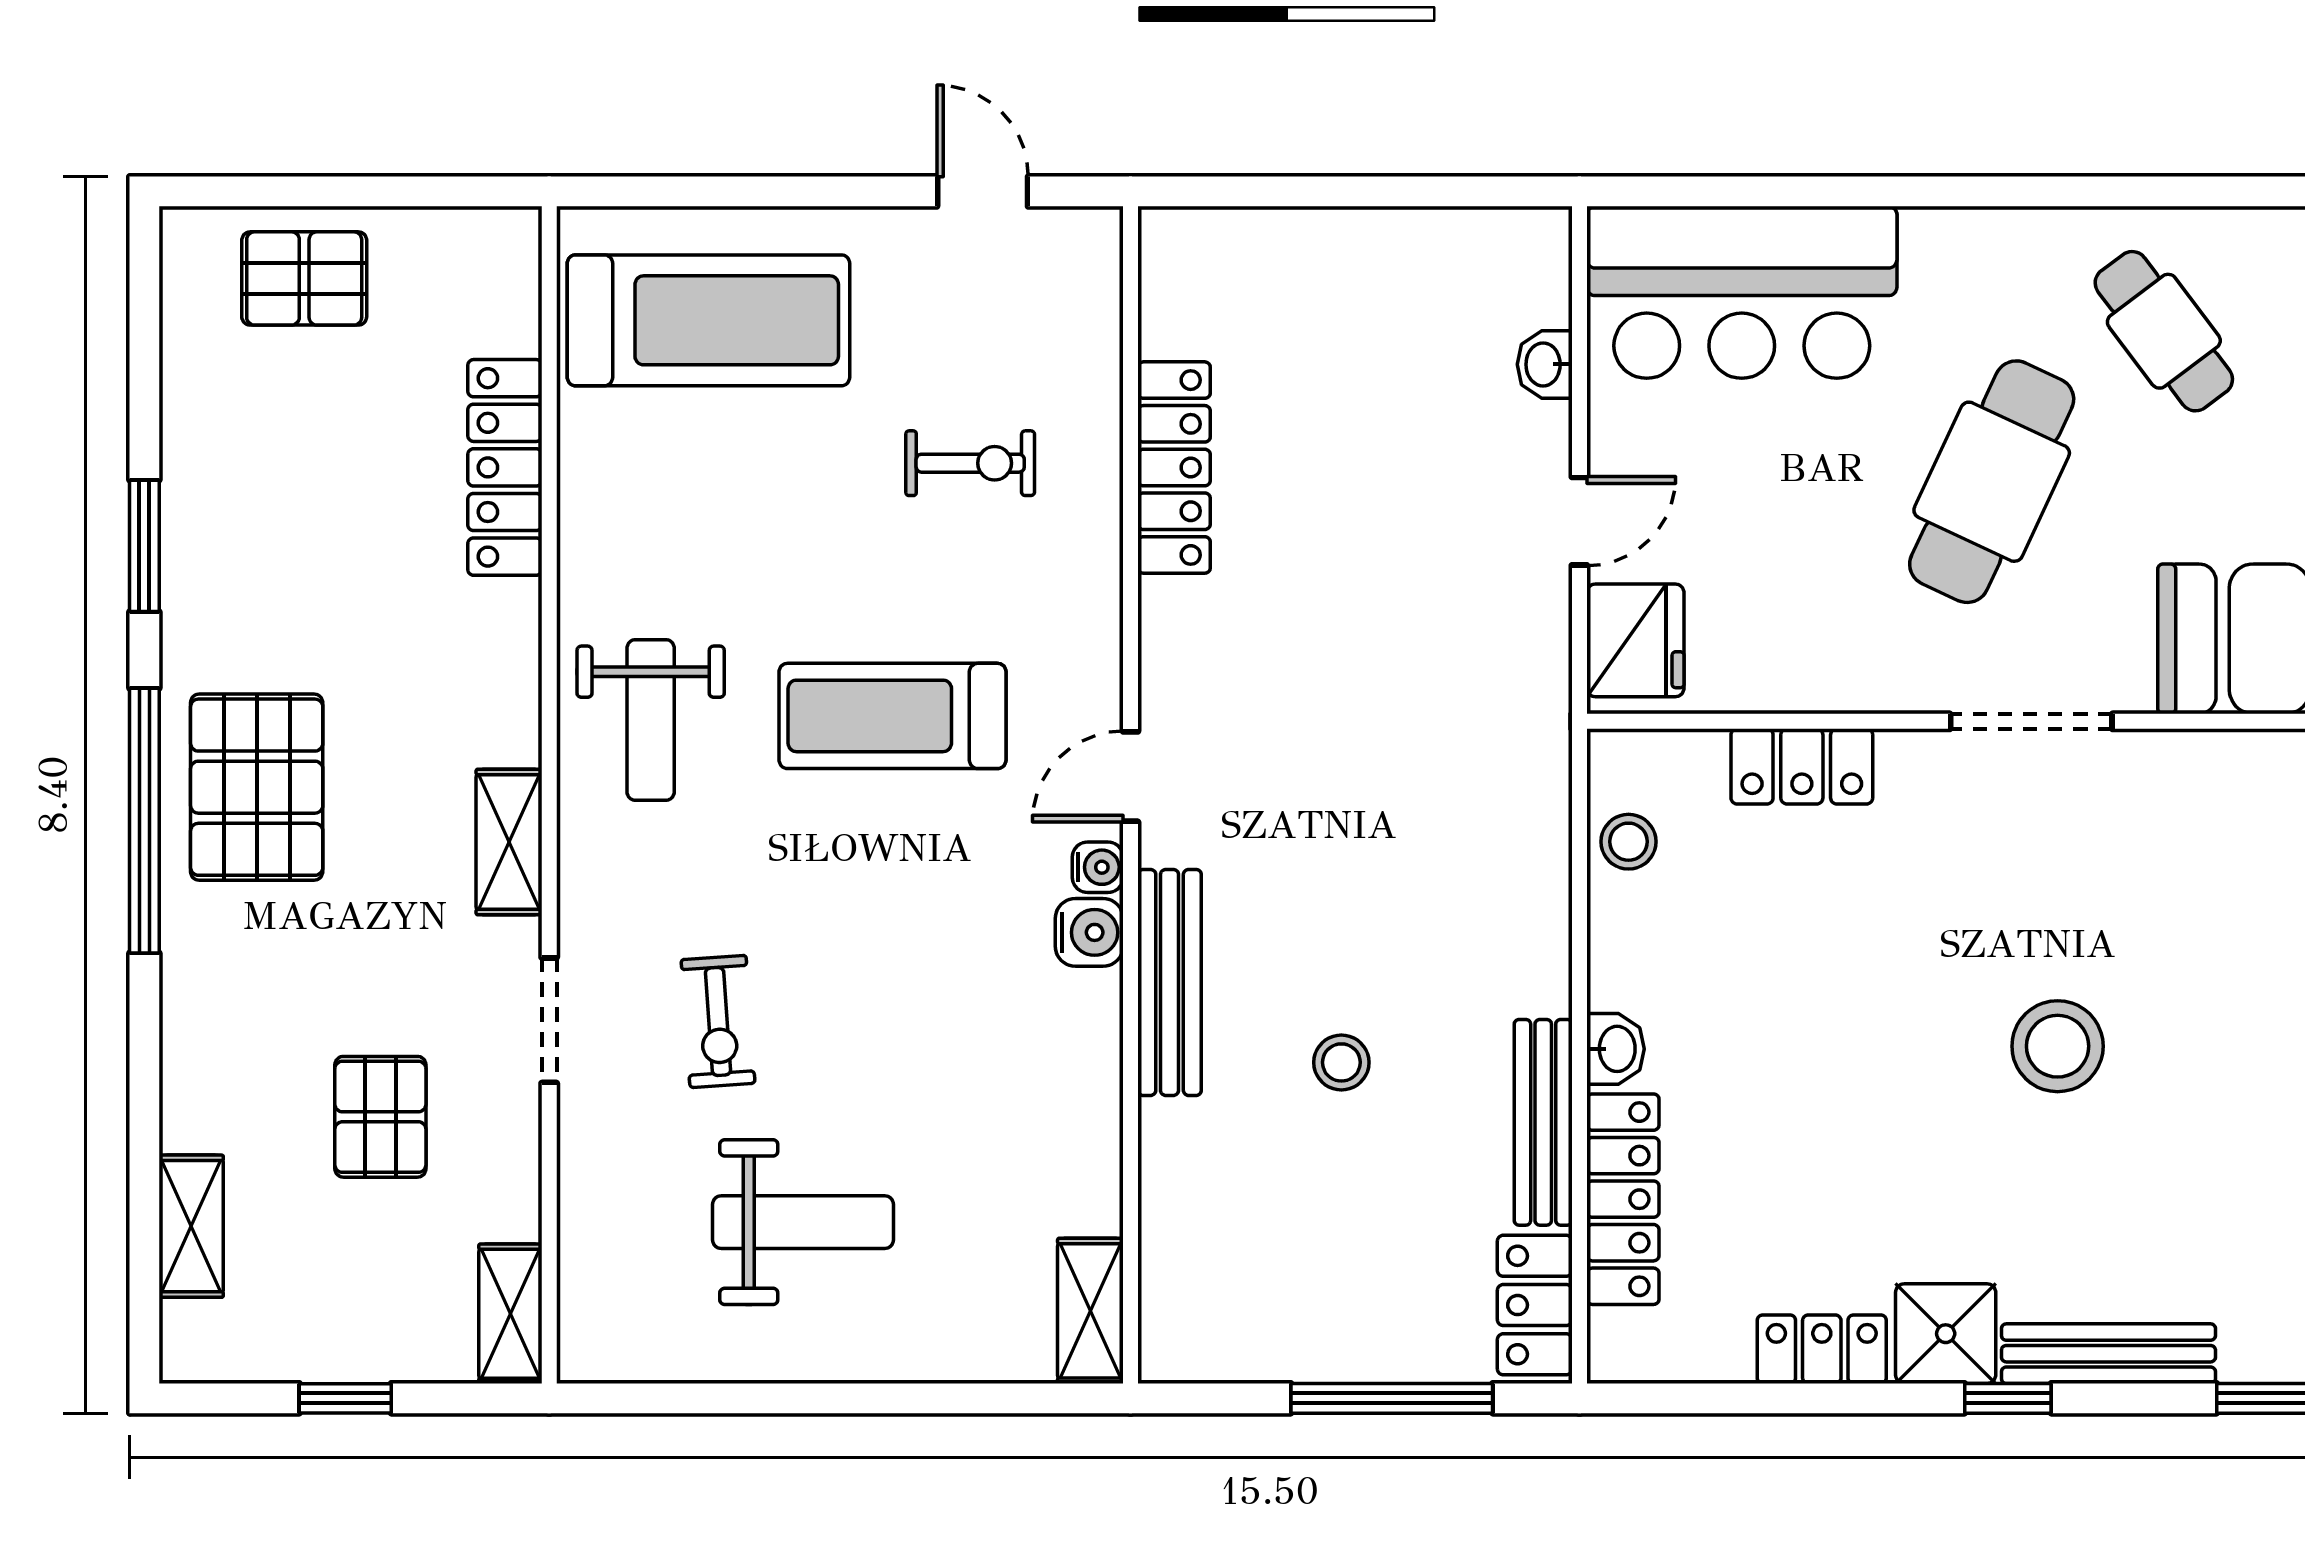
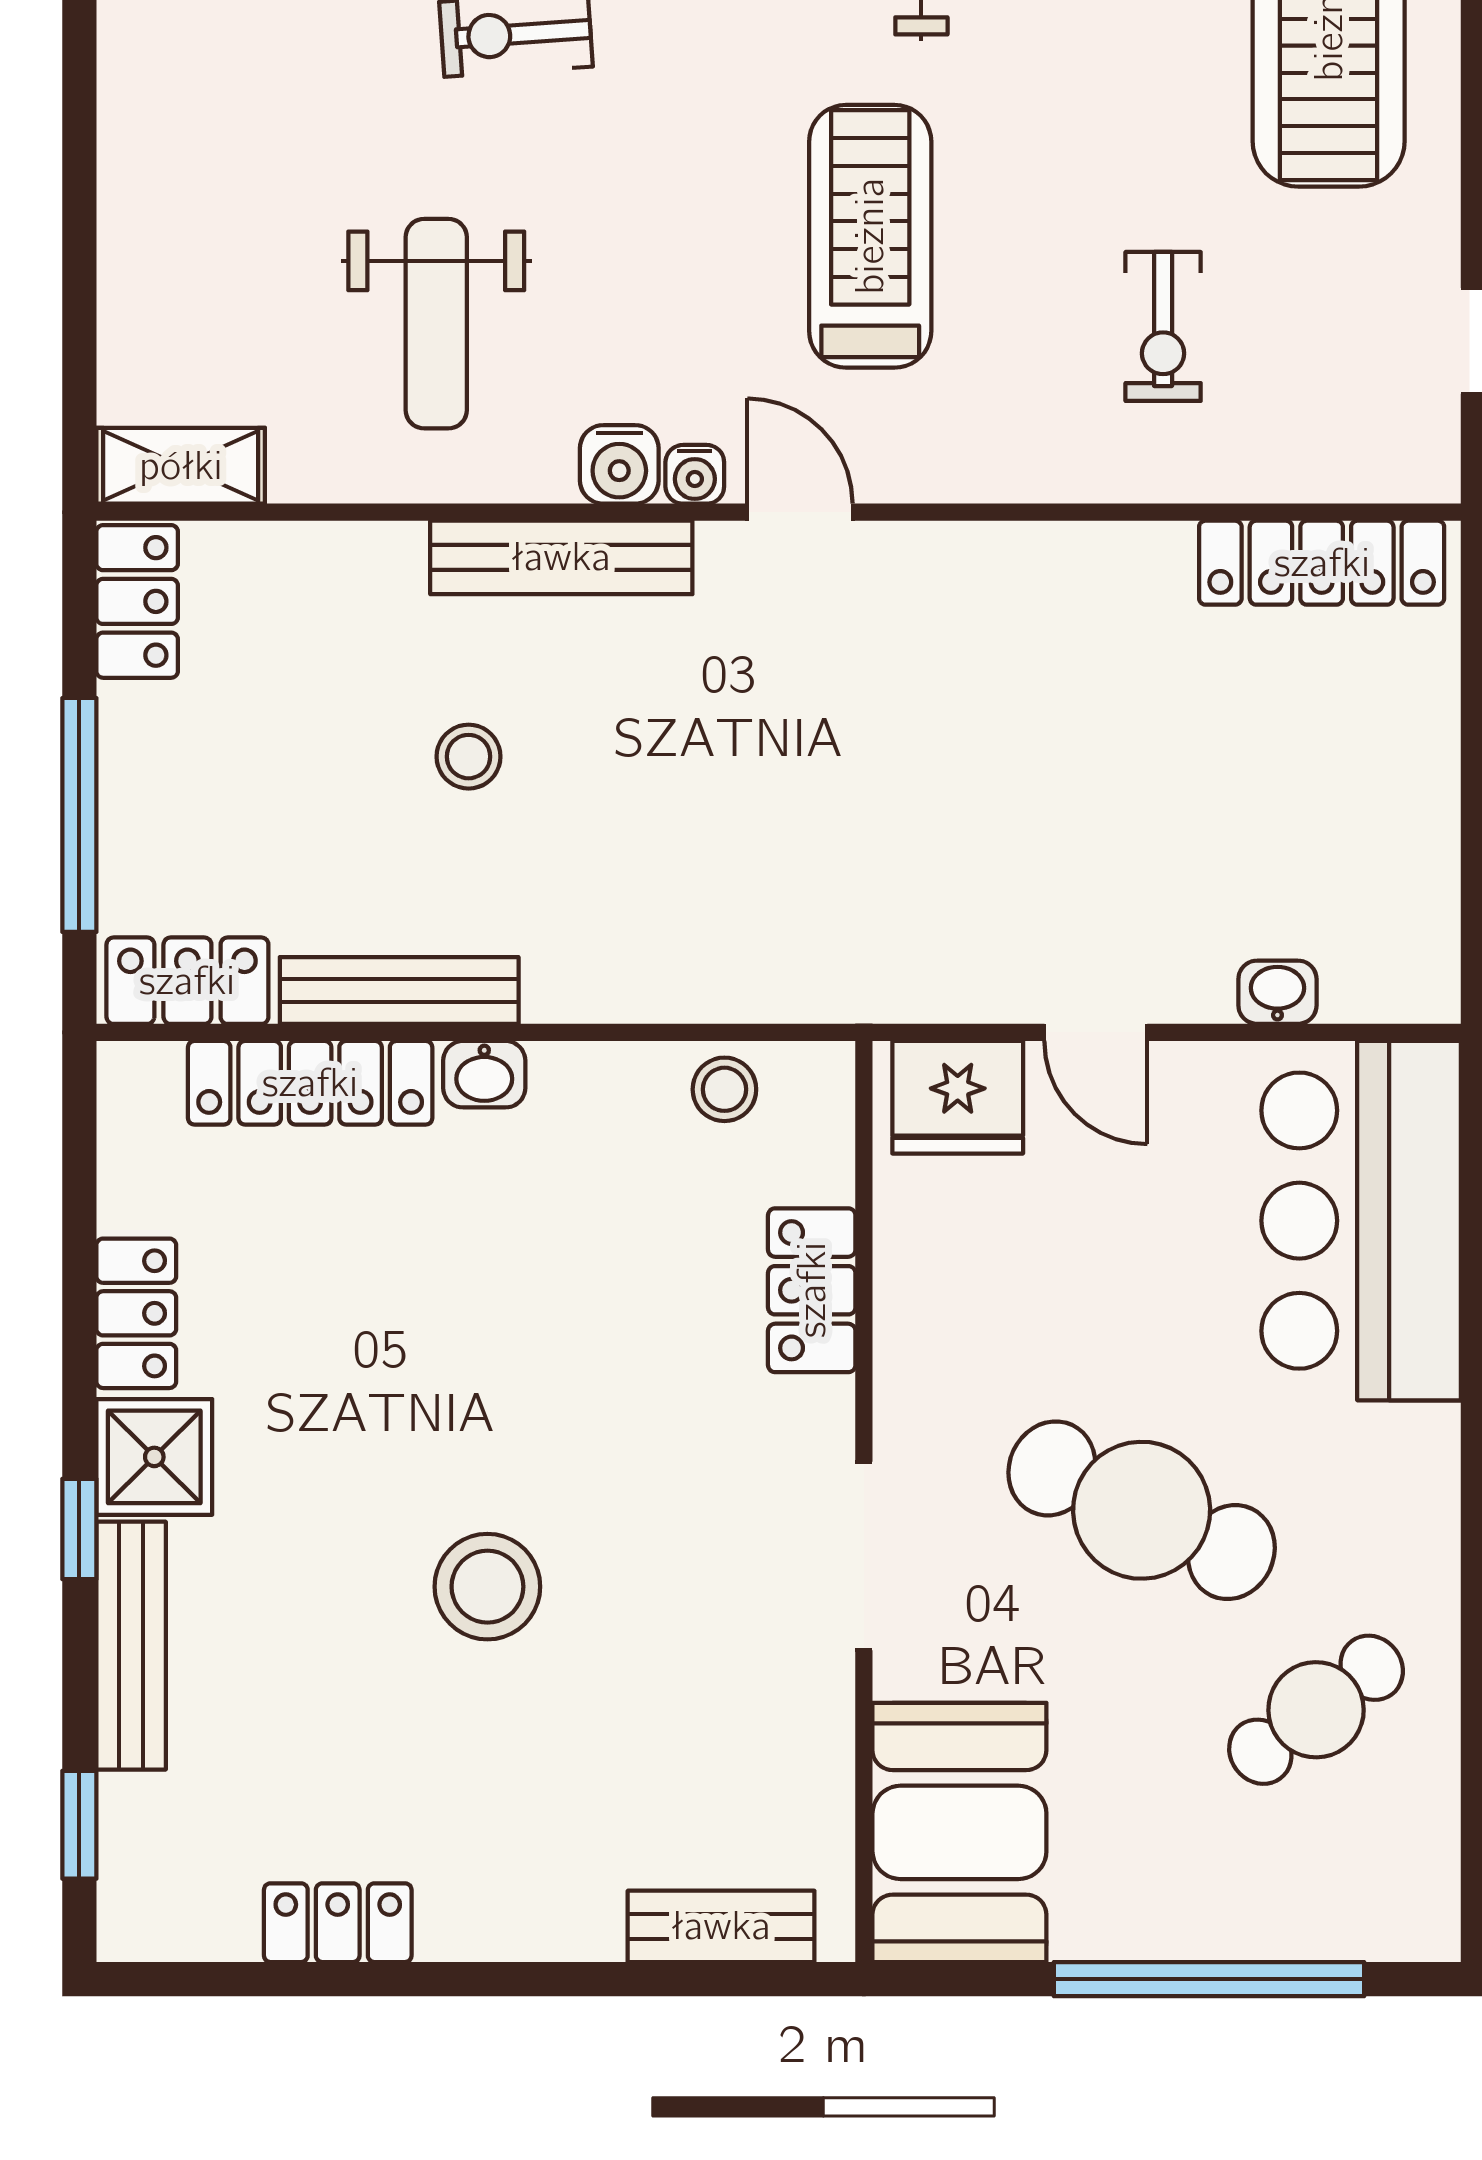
locker: (1174, 468) -> (1322, 563), moved
weight bench: (803, 1222) -> (436, 324), moved
locker: (1207, 1348) -> (137, 601), added

